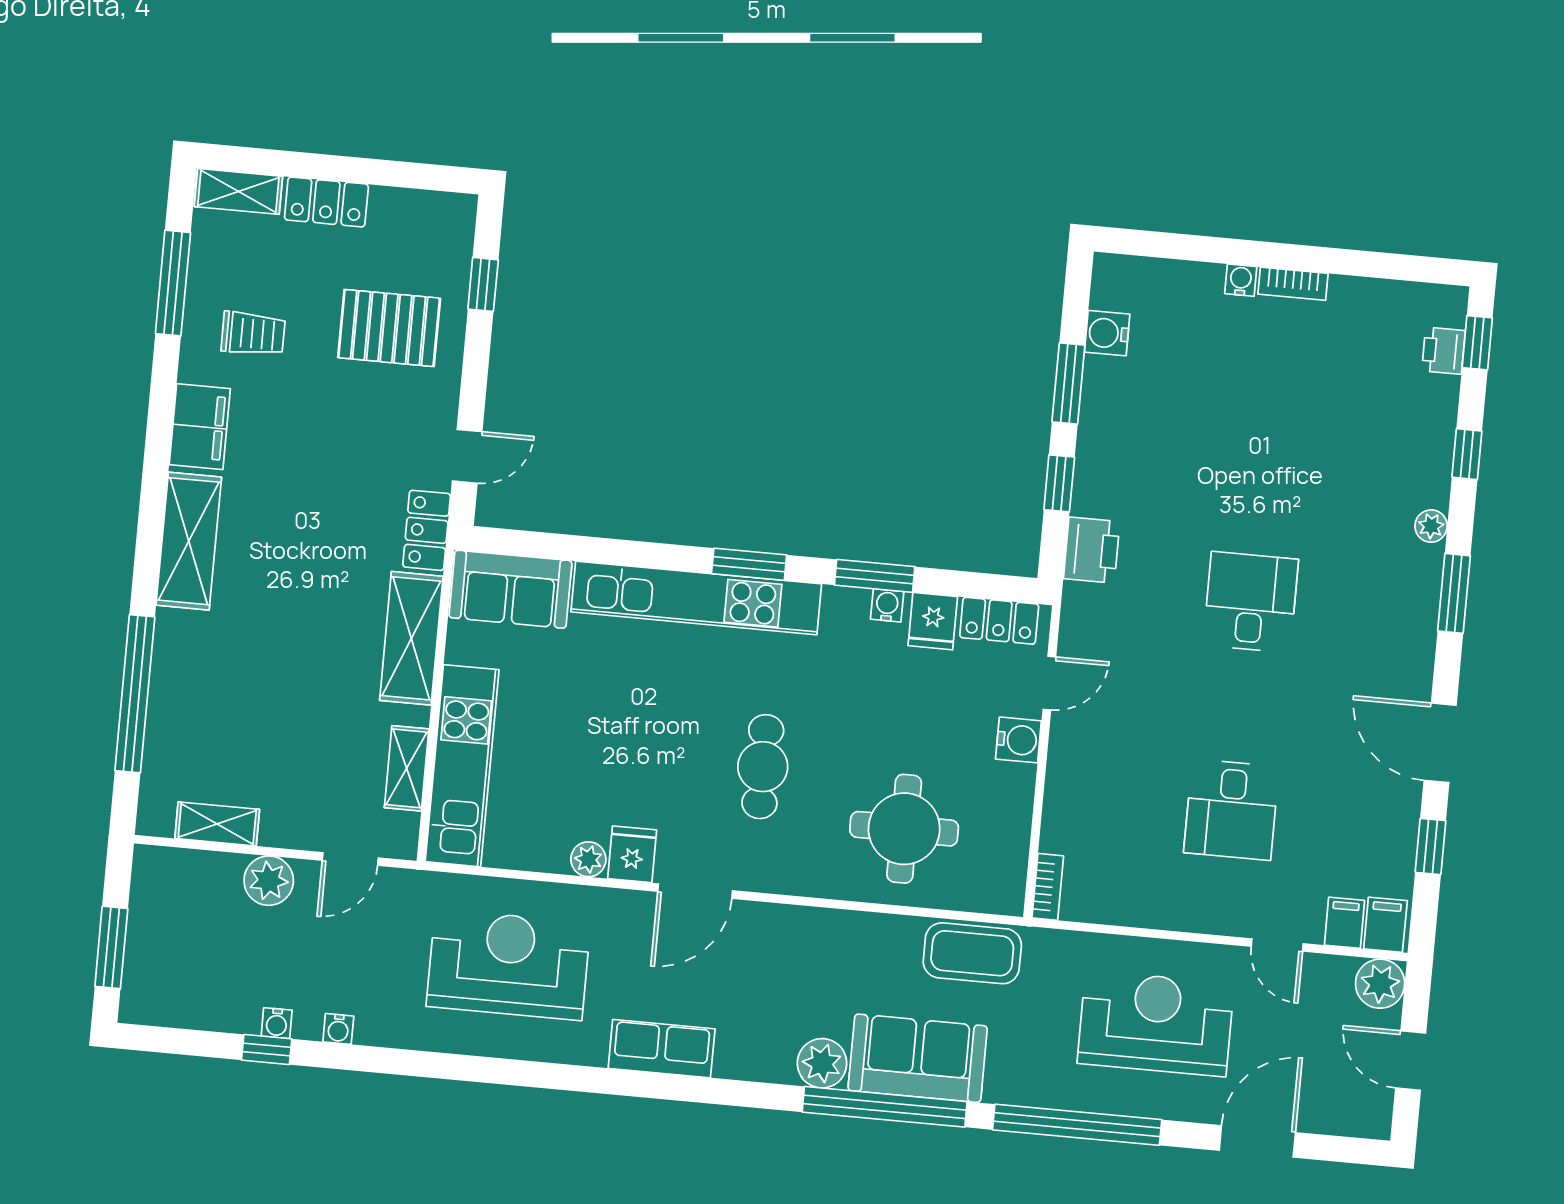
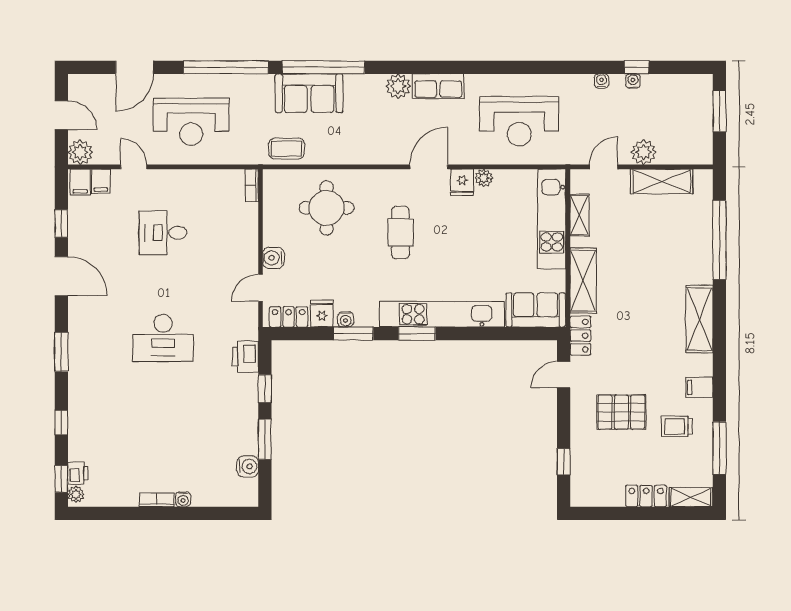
pallet: (389, 328) -> (621, 412), moved
filing cabinet: (200, 427) -> (699, 387), width x0.50
plant: (1431, 526) -> (76, 494), moved
desk: (1251, 602) -> (163, 338), width x1.37
desk: (1231, 810) -> (163, 233), turned -90
shelving: (217, 824) -> (662, 181), width x1.50, depth x1.33
coffee table: (972, 953) -> (287, 149), width x0.73, depth x0.77
plant: (822, 1063) -> (398, 86), moved

